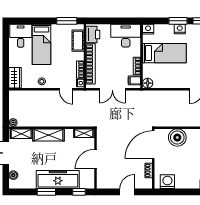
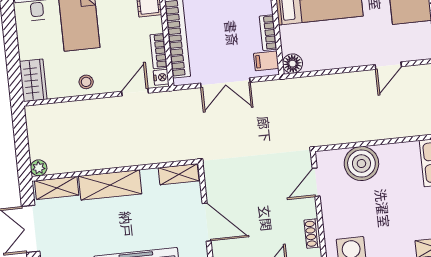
door: (66, 89) -> (135, 92), swing flipped
door: (153, 145) -> (316, 182), width x0.53
door: (96, 159) -> (207, 222), swing flipped

